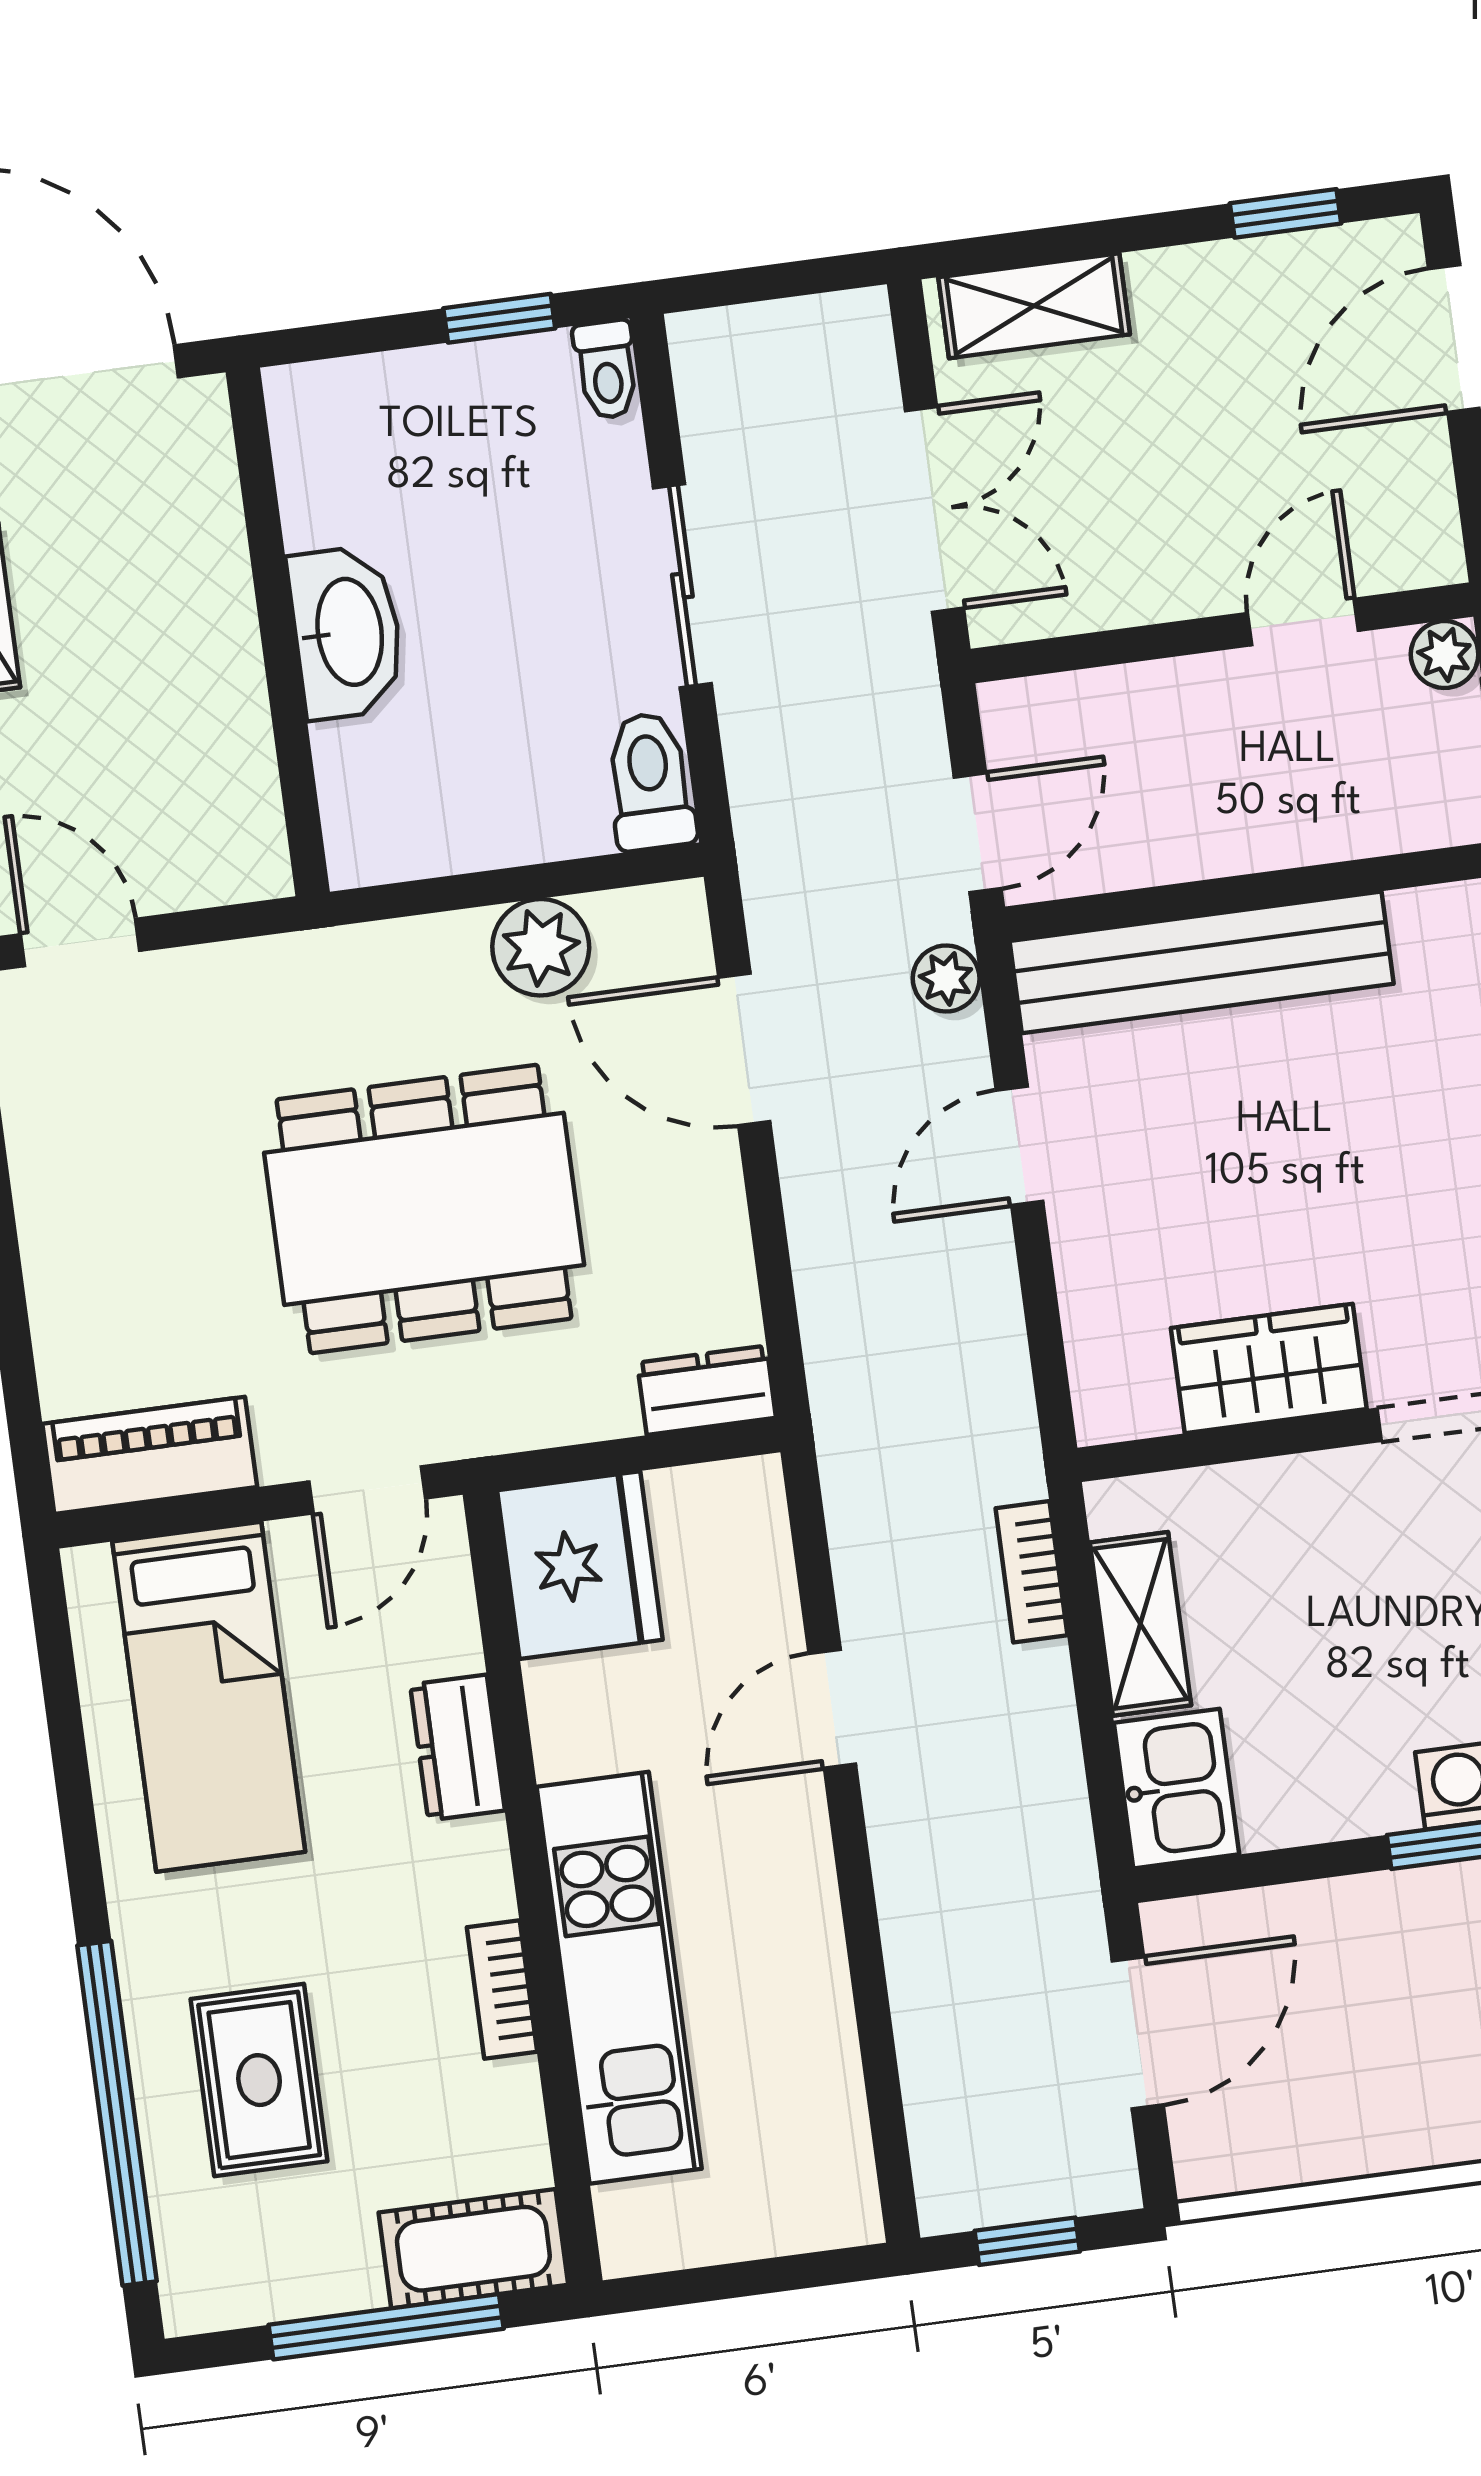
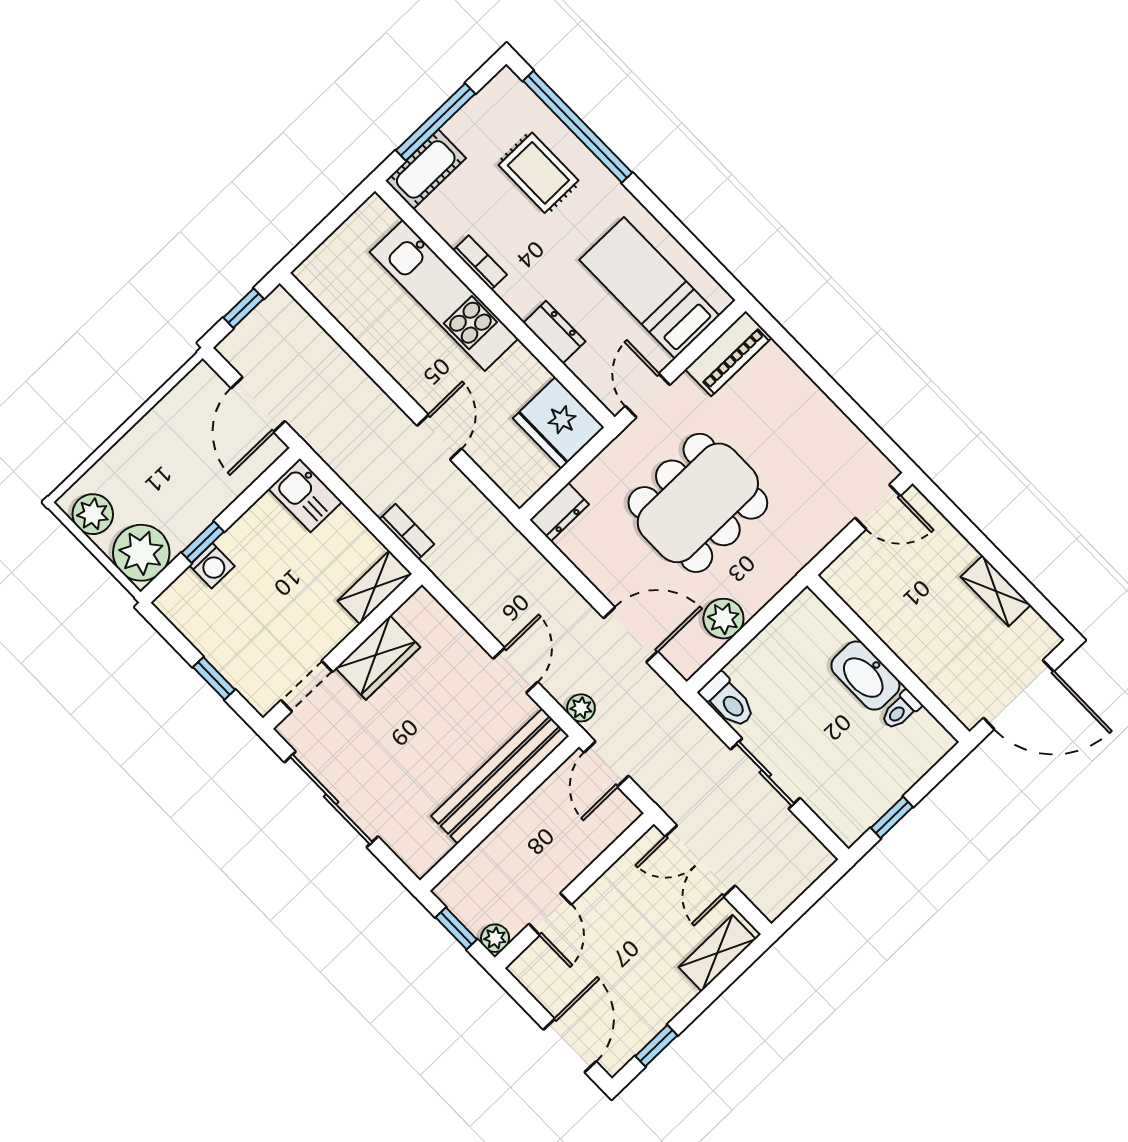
toilet: (607, 370) -> (901, 710), moved, turned -90
shelving: (1140, 1624) -> (375, 587), moved, turned 90

